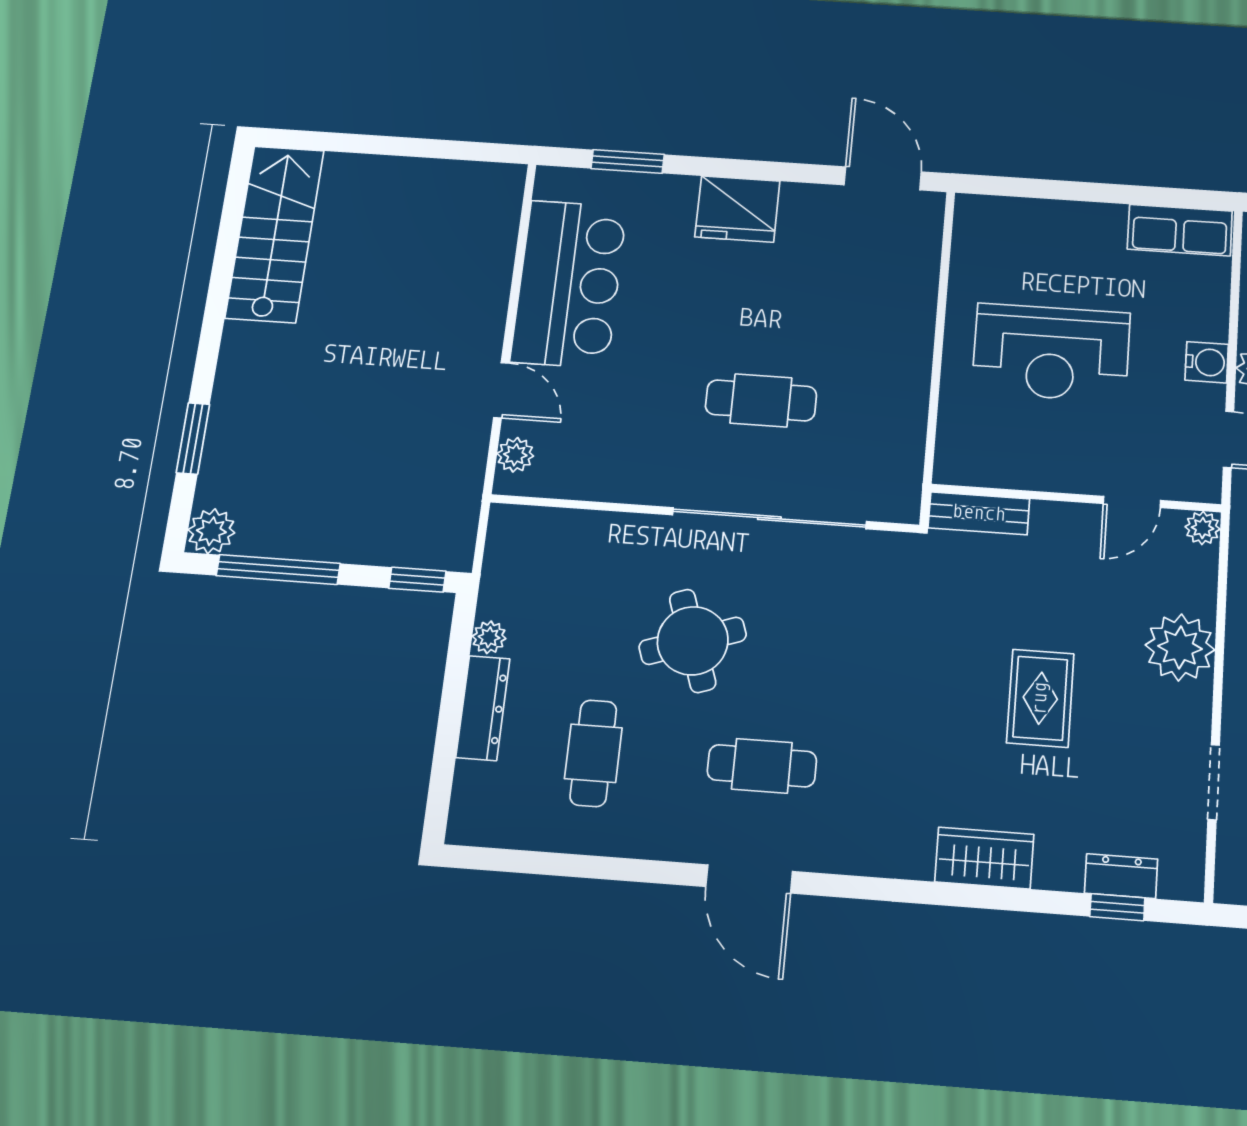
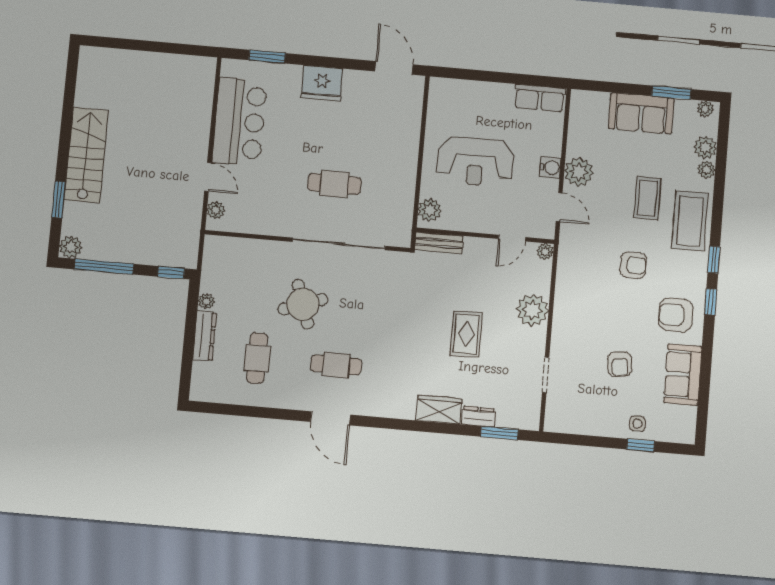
stairs: (275, 234) -> (86, 155), moved
plant: (959, 449) -> (430, 210), added
dresser: (1121, 876) -> (478, 417), moved
window: (1117, 907) -> (499, 433), width x1.50

